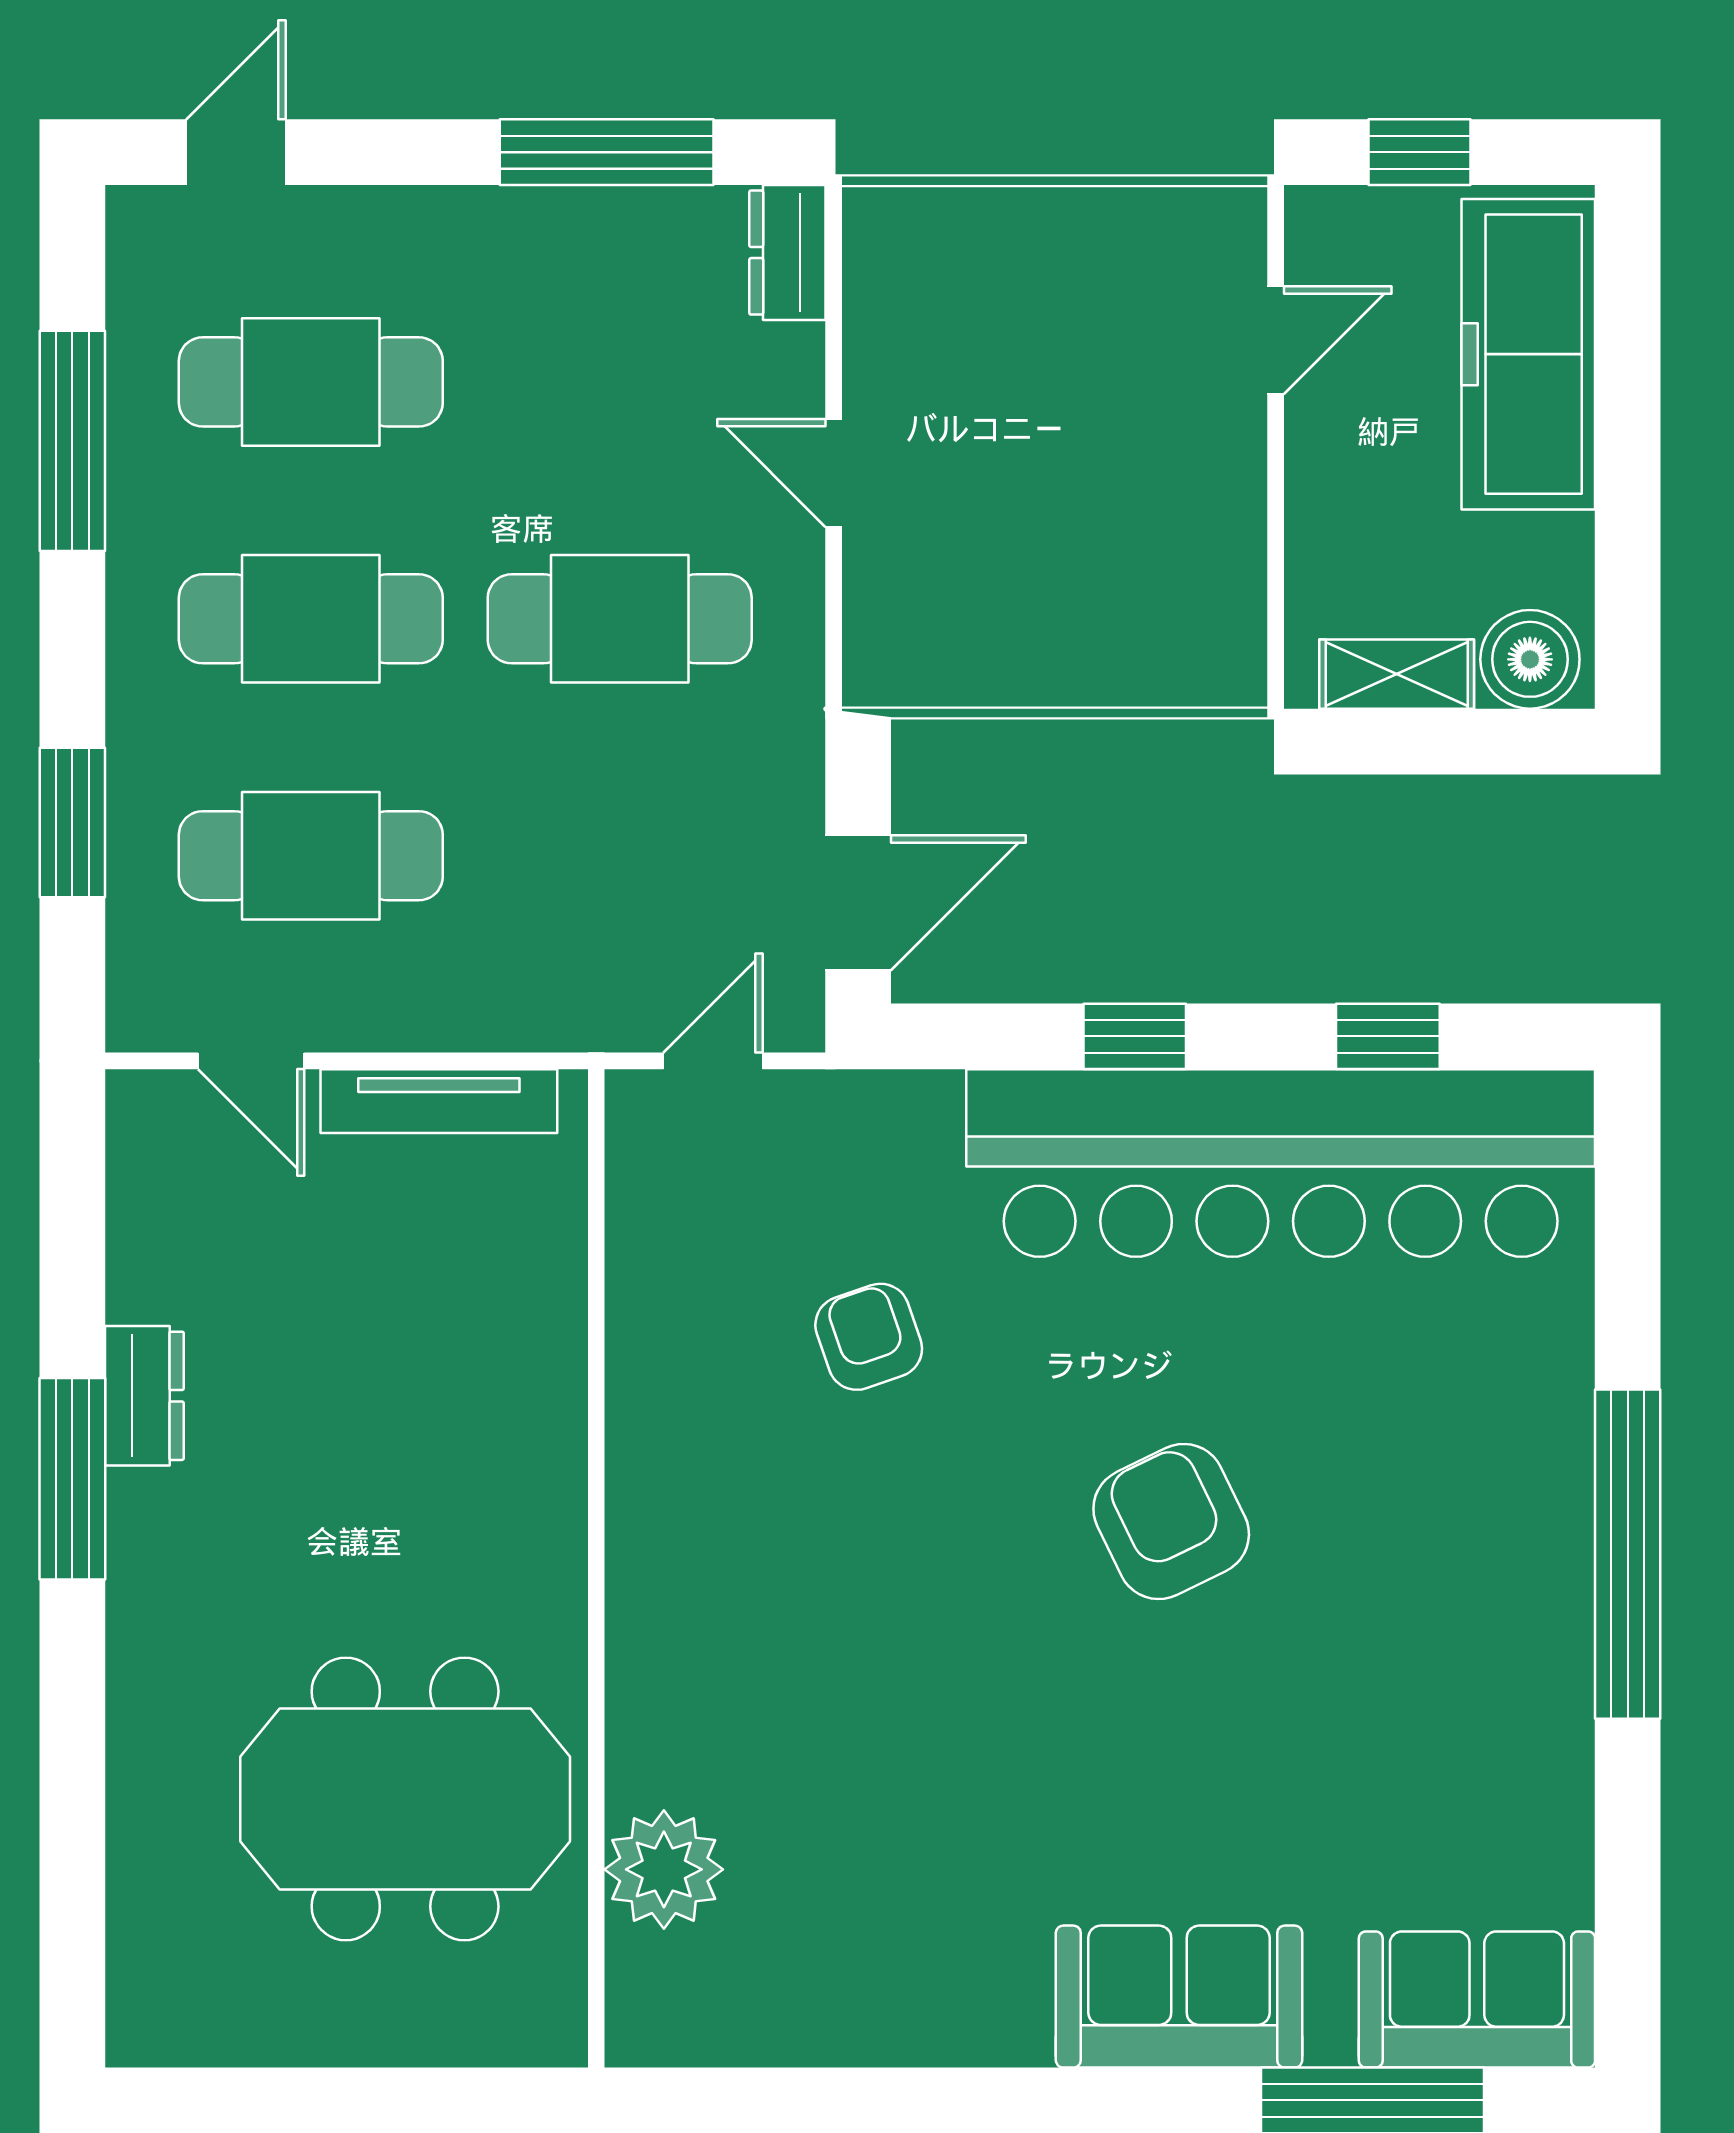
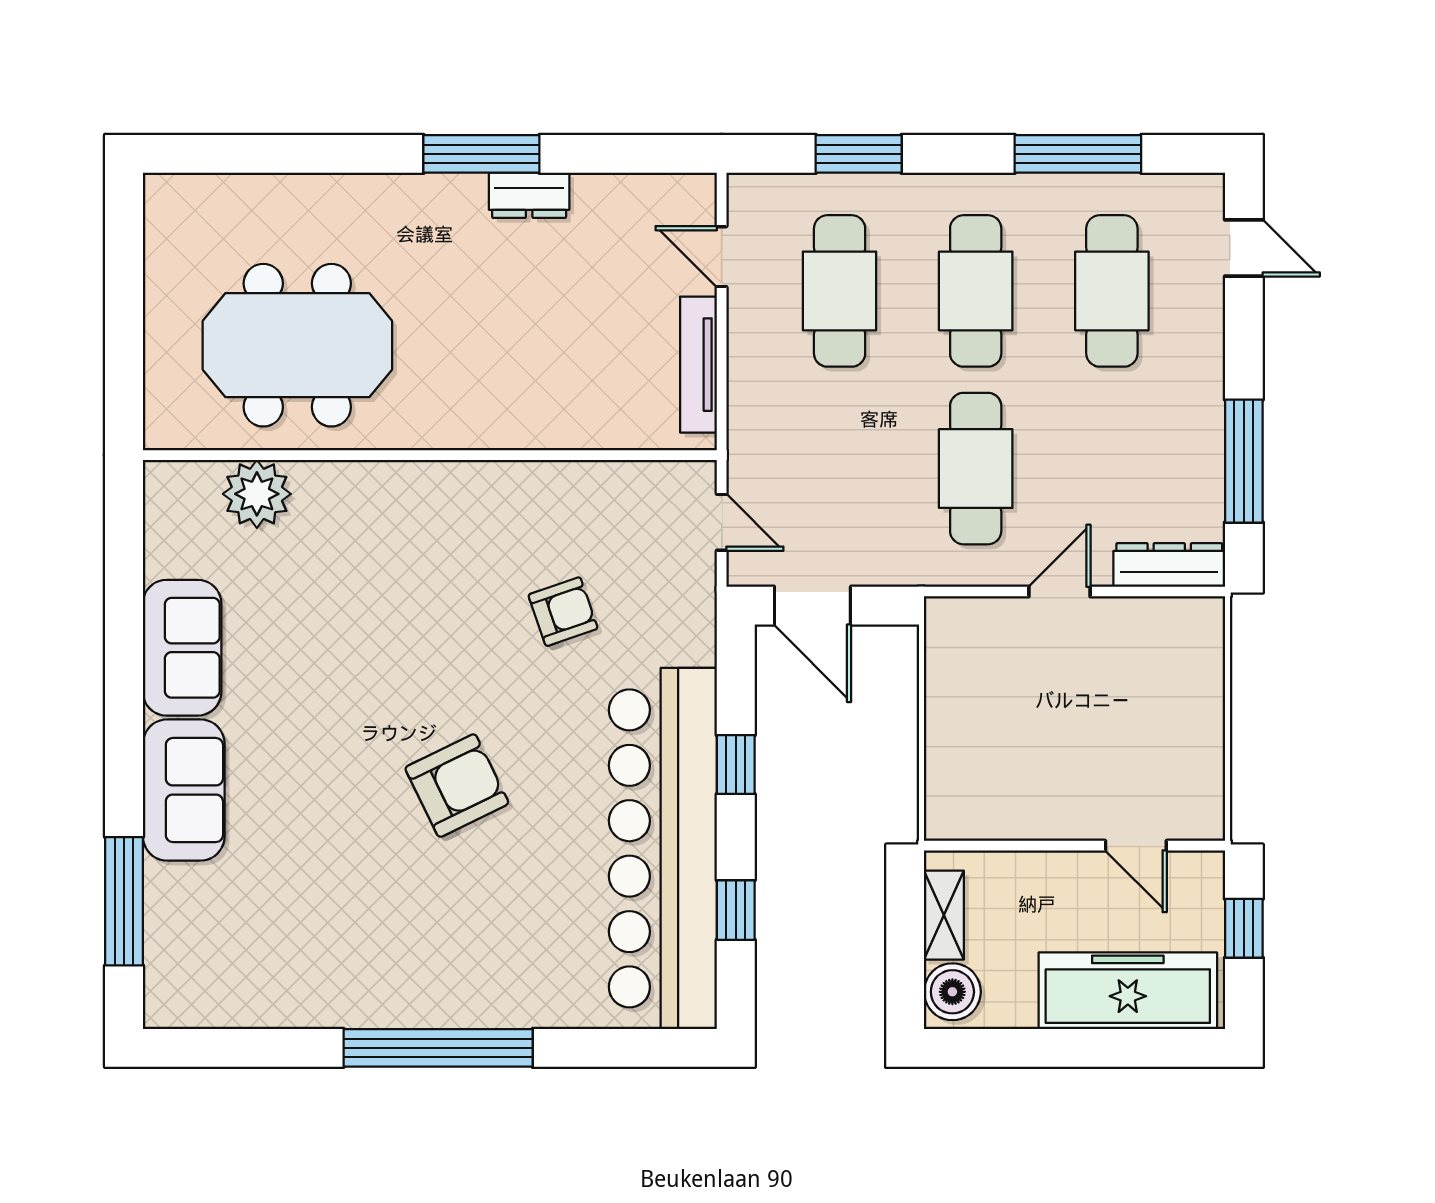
dresser: (787, 253) -> (1169, 565), width x1.44
door: (251, 1061) -> (722, 257), hinge flipped
meeting table: (405, 1799) -> (297, 345), turned 90
sofa: (1477, 2000) -> (182, 648), moved

